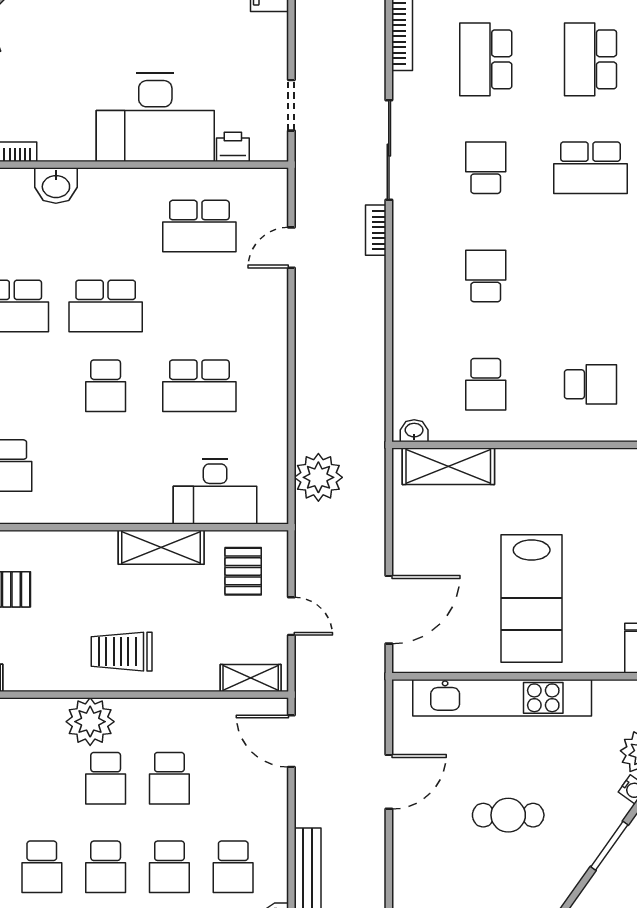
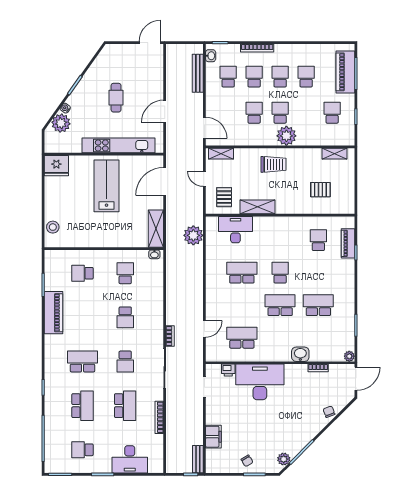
shelving: (448, 466) -> (156, 229), moved, turned 90
cafe table: (508, 815) -> (116, 98), turned 90

